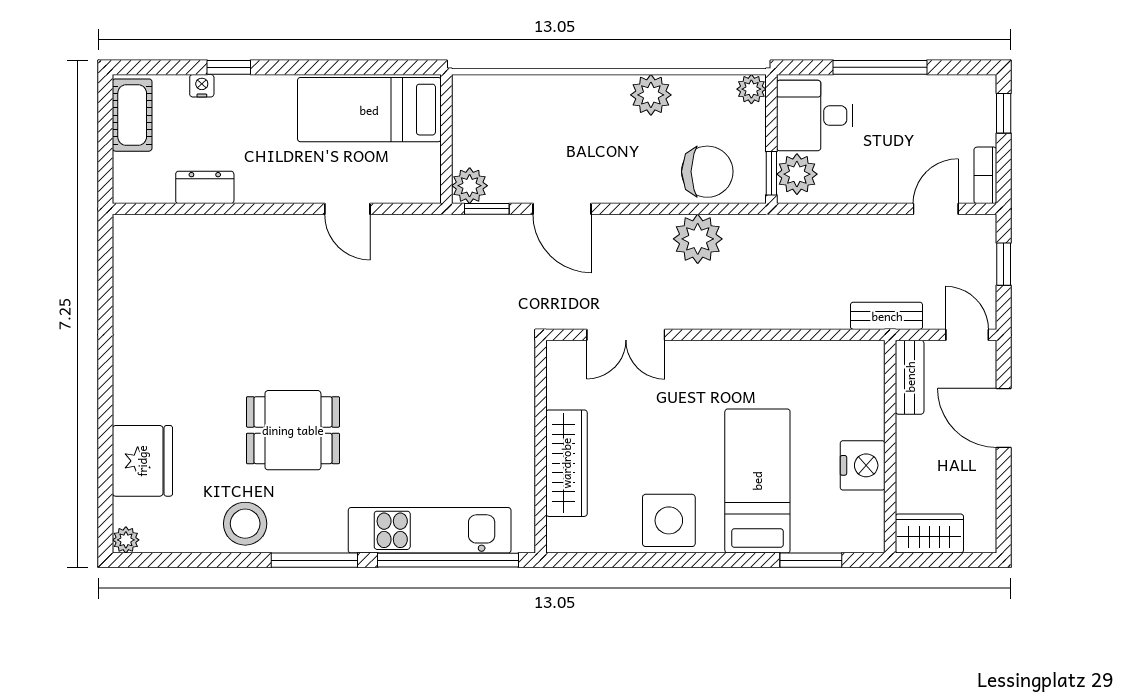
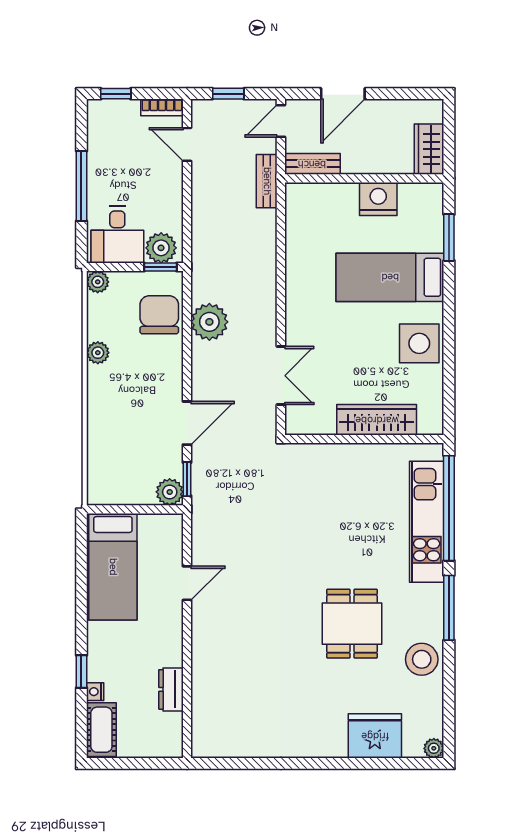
plant: (651, 95) -> (98, 353), width x0.73, depth x0.73
cot: (132, 115) -> (101, 730), moved, turned 90

